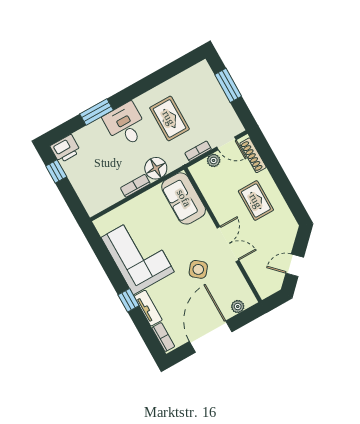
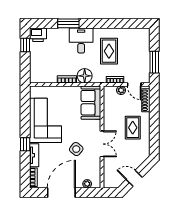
window: (228, 85) -> (154, 62), moved

